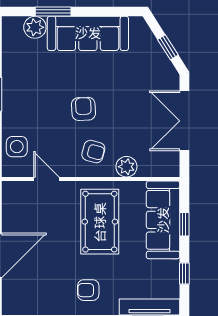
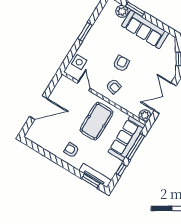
plant: (126, 167) -> (145, 115), moved
window: (184, 224) -> (135, 147), width x2.17

